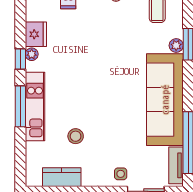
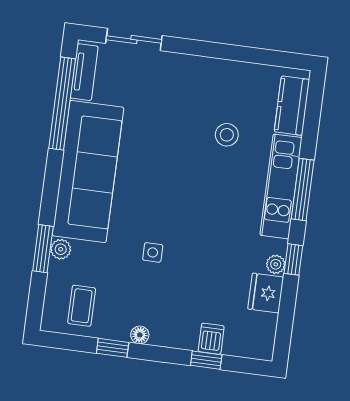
side table: (121, 174) -> (153, 252), moved
kitchen counter: (62, 177) -> (292, 106), moved, turned 90

